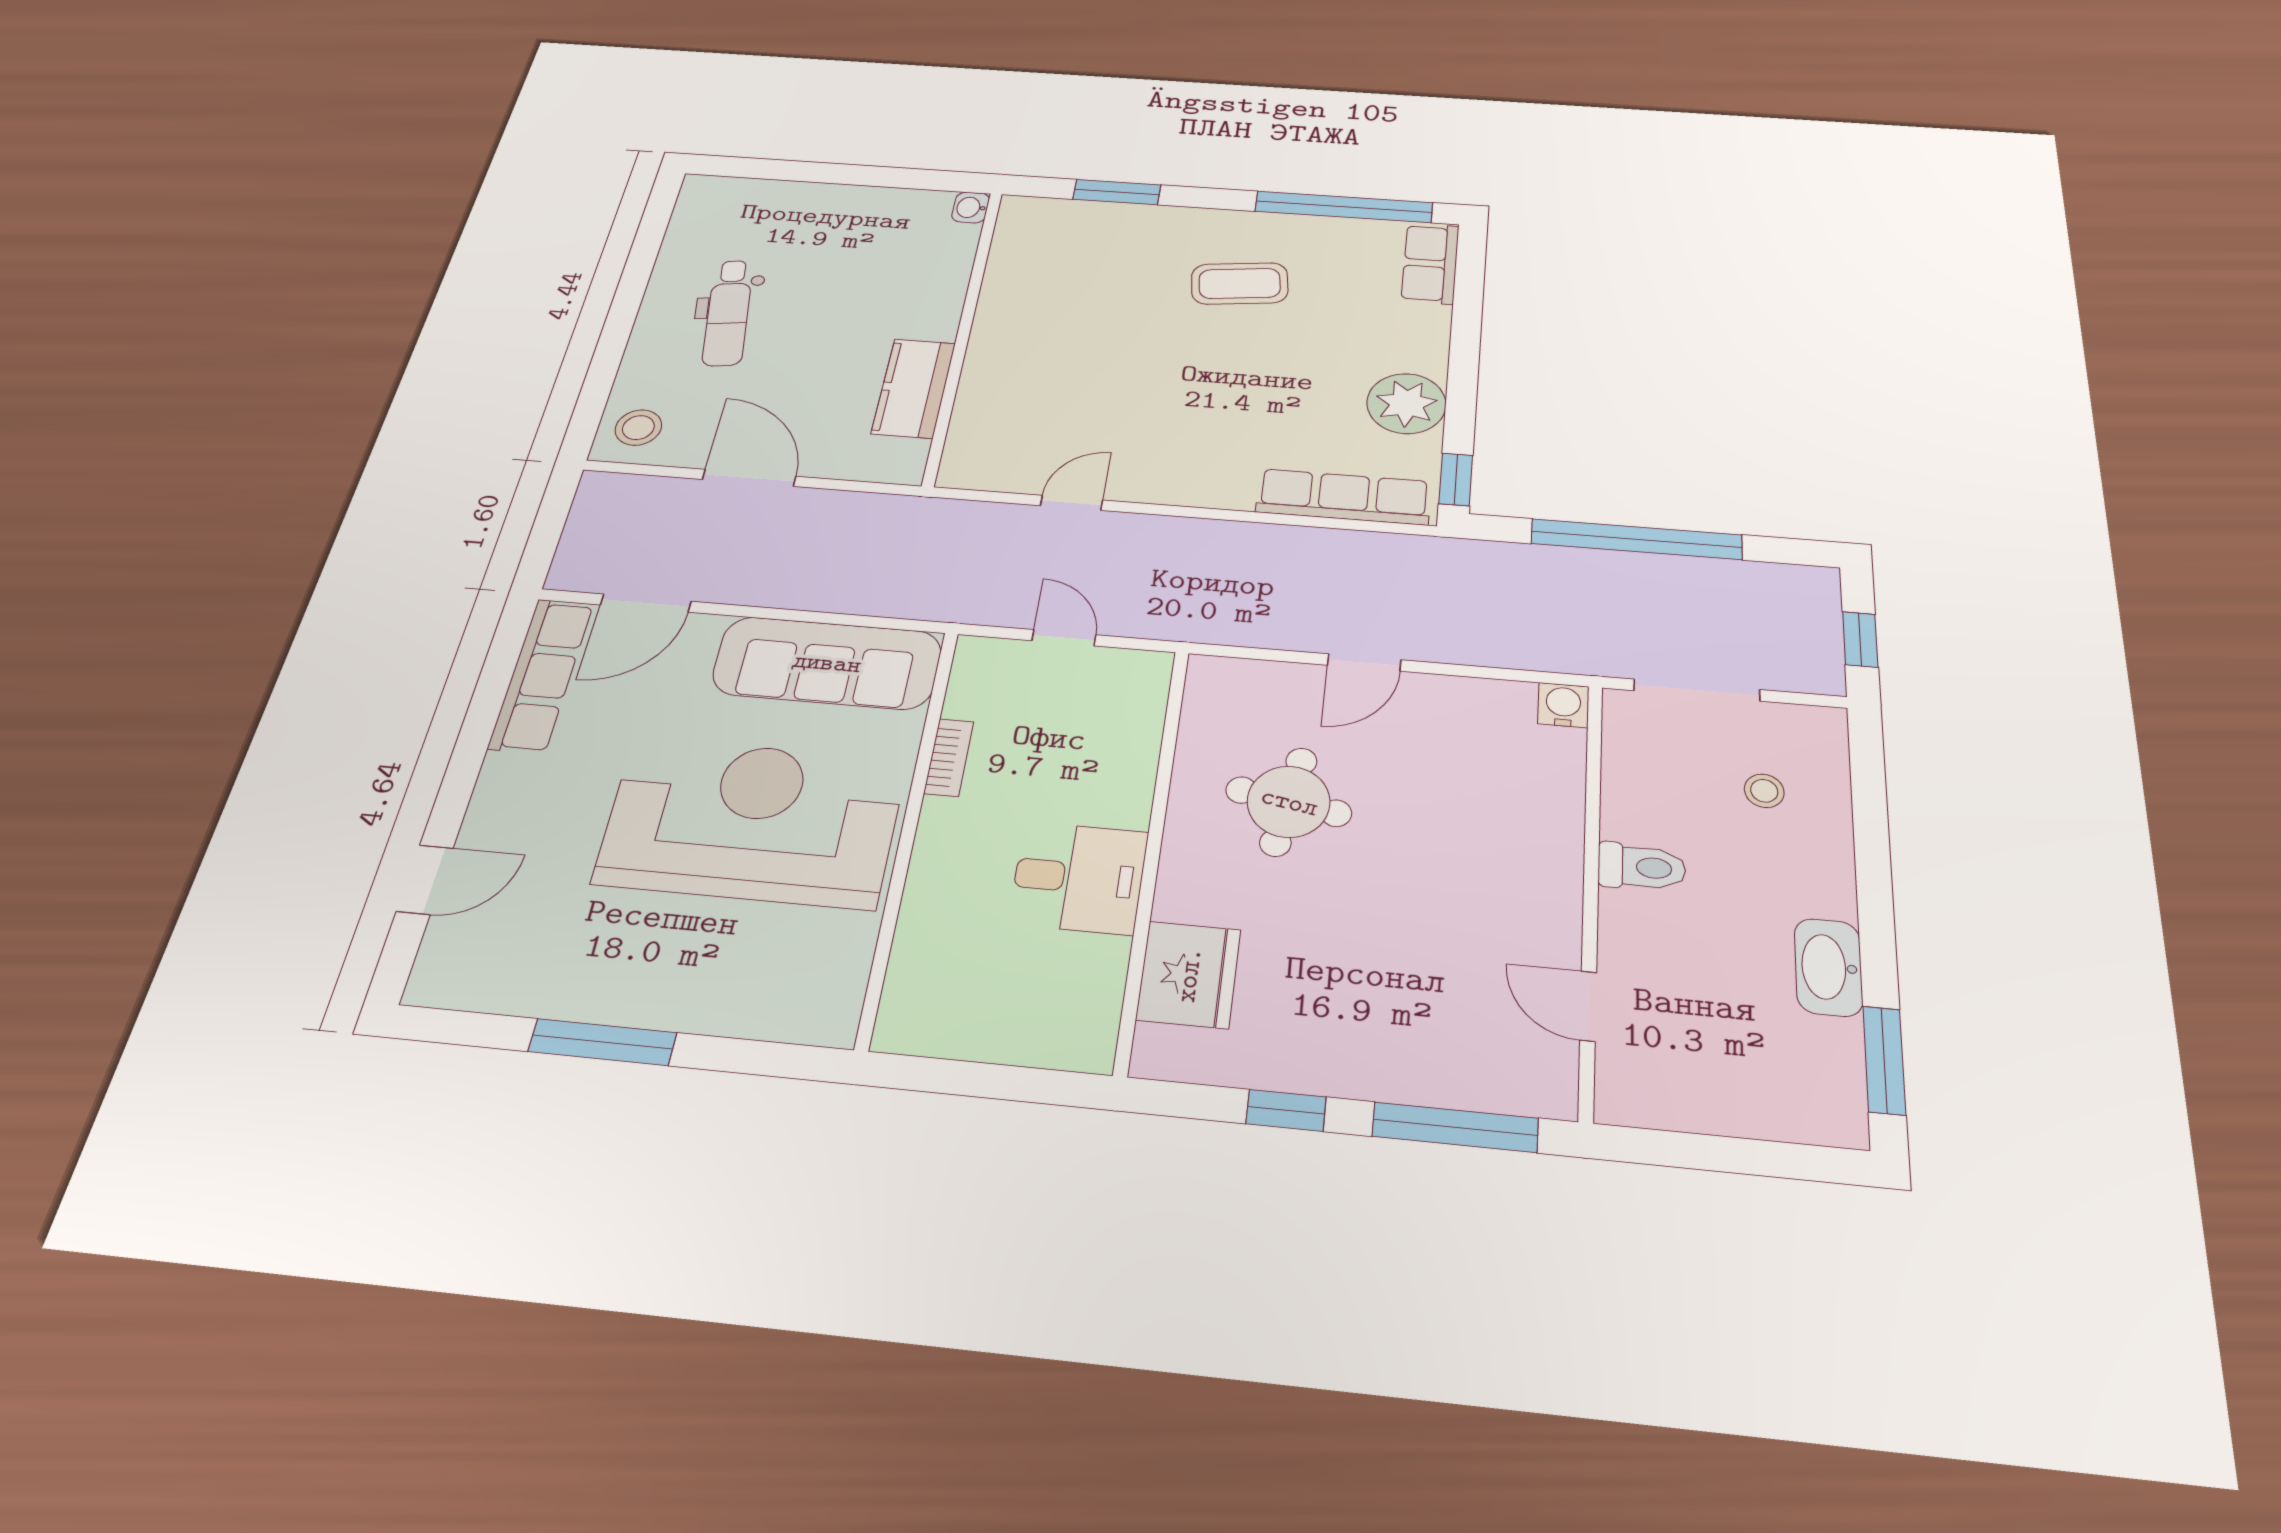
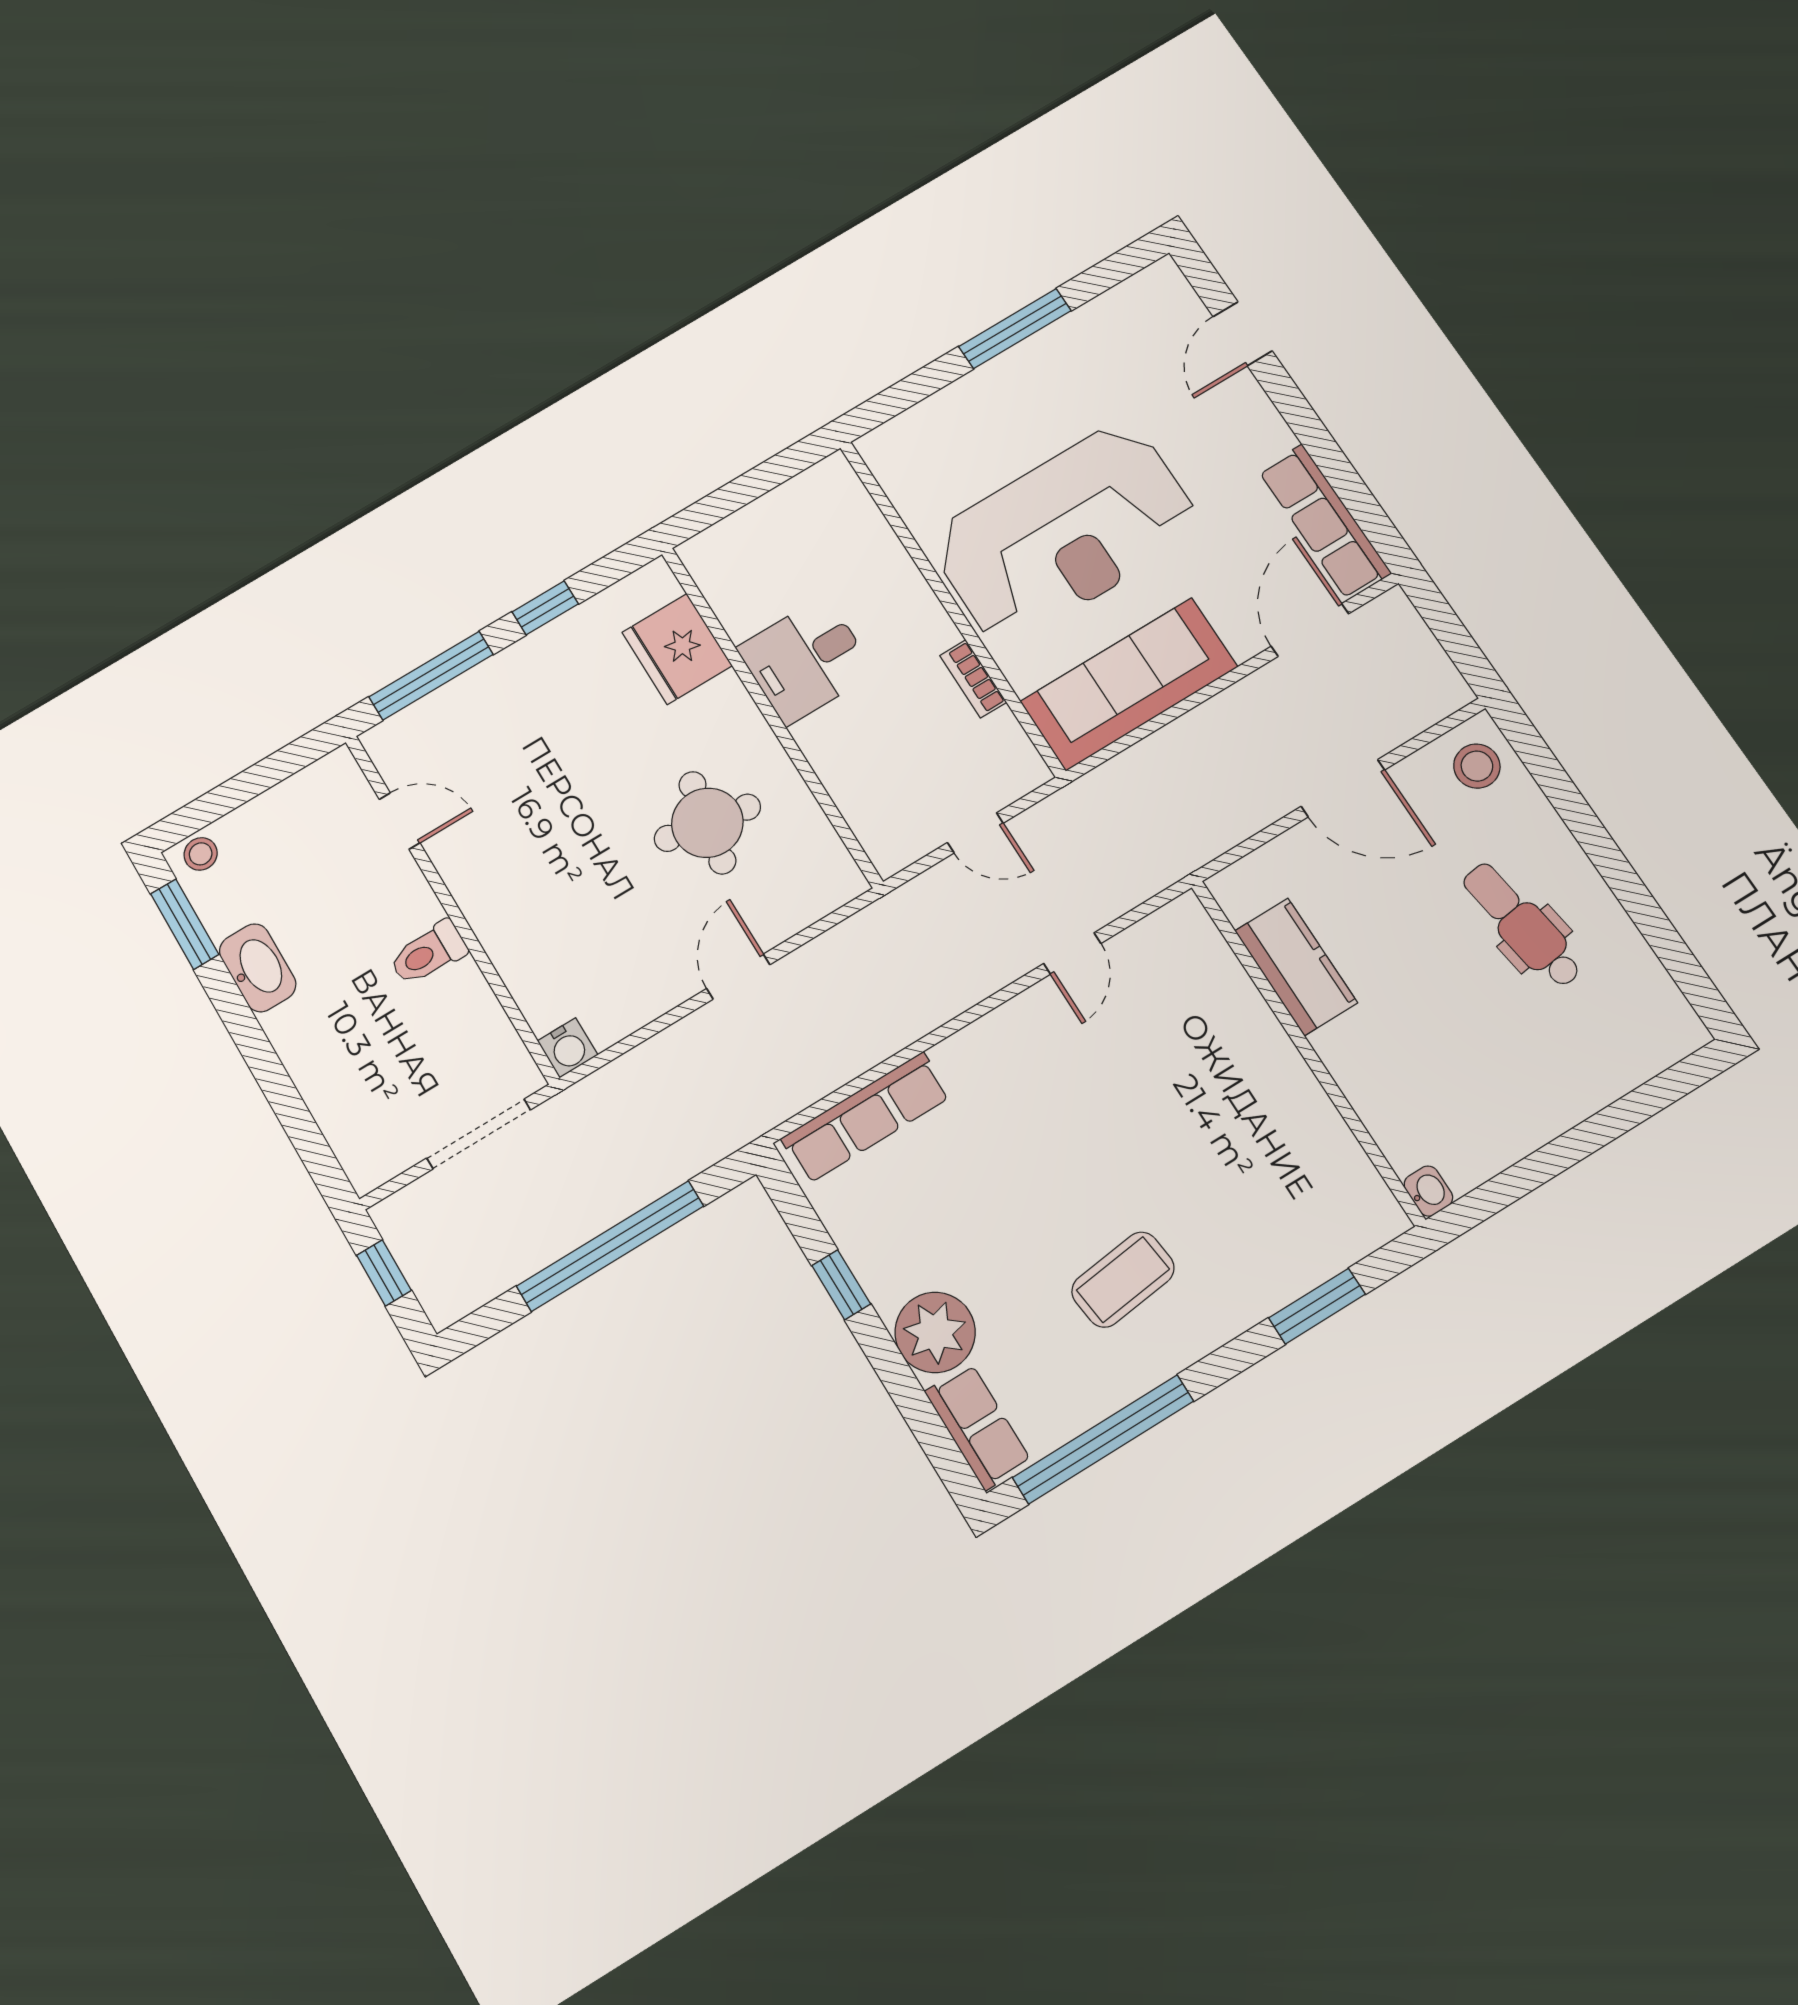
plant: (1406, 404) -> (935, 1332), moved
window: (1456, 479) -> (841, 1285), moved
stool: (1764, 791) -> (201, 854), moved

